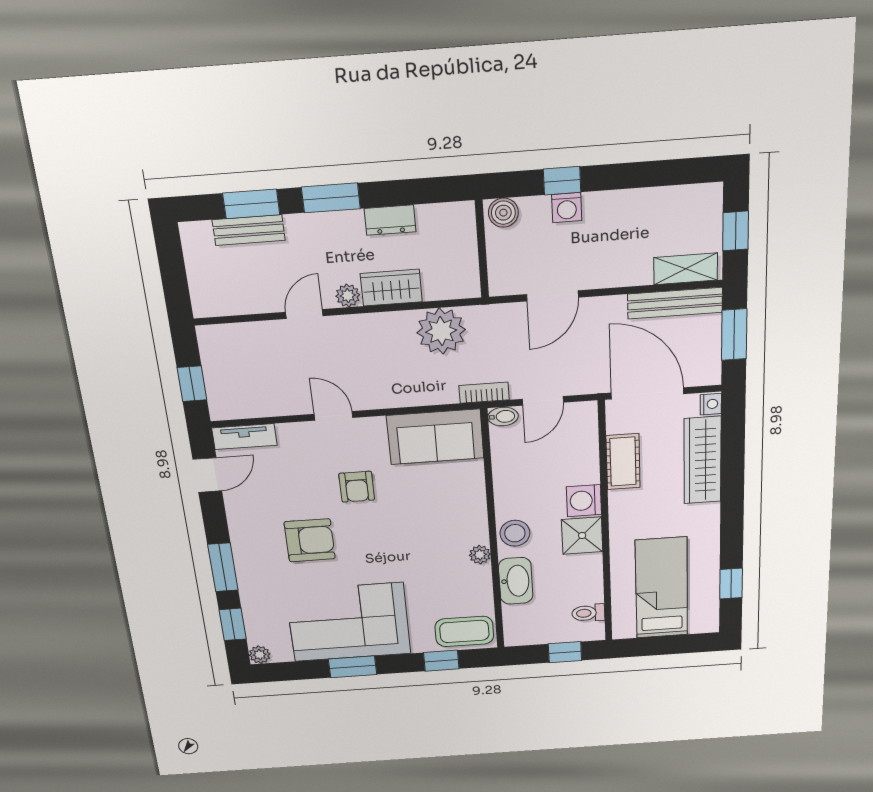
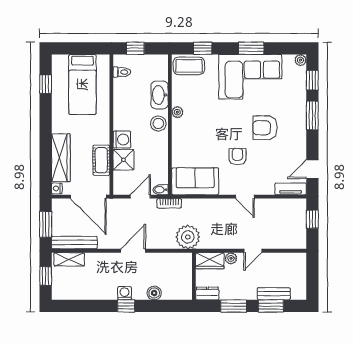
wall: (482, 249) -> (194, 276), moved
shower: (582, 536) -> (123, 160), moved

